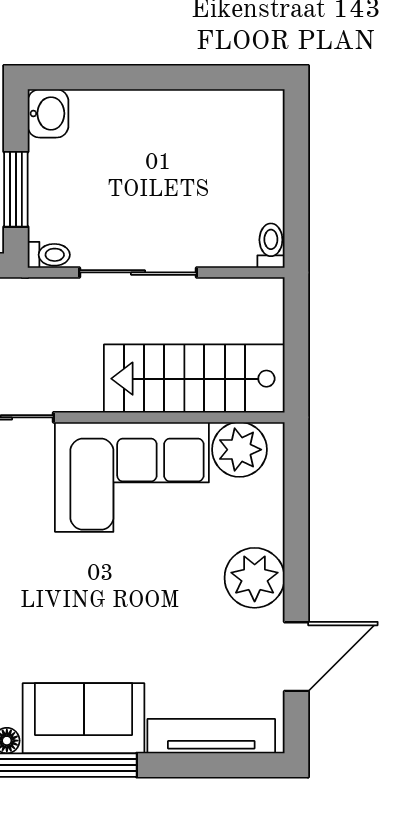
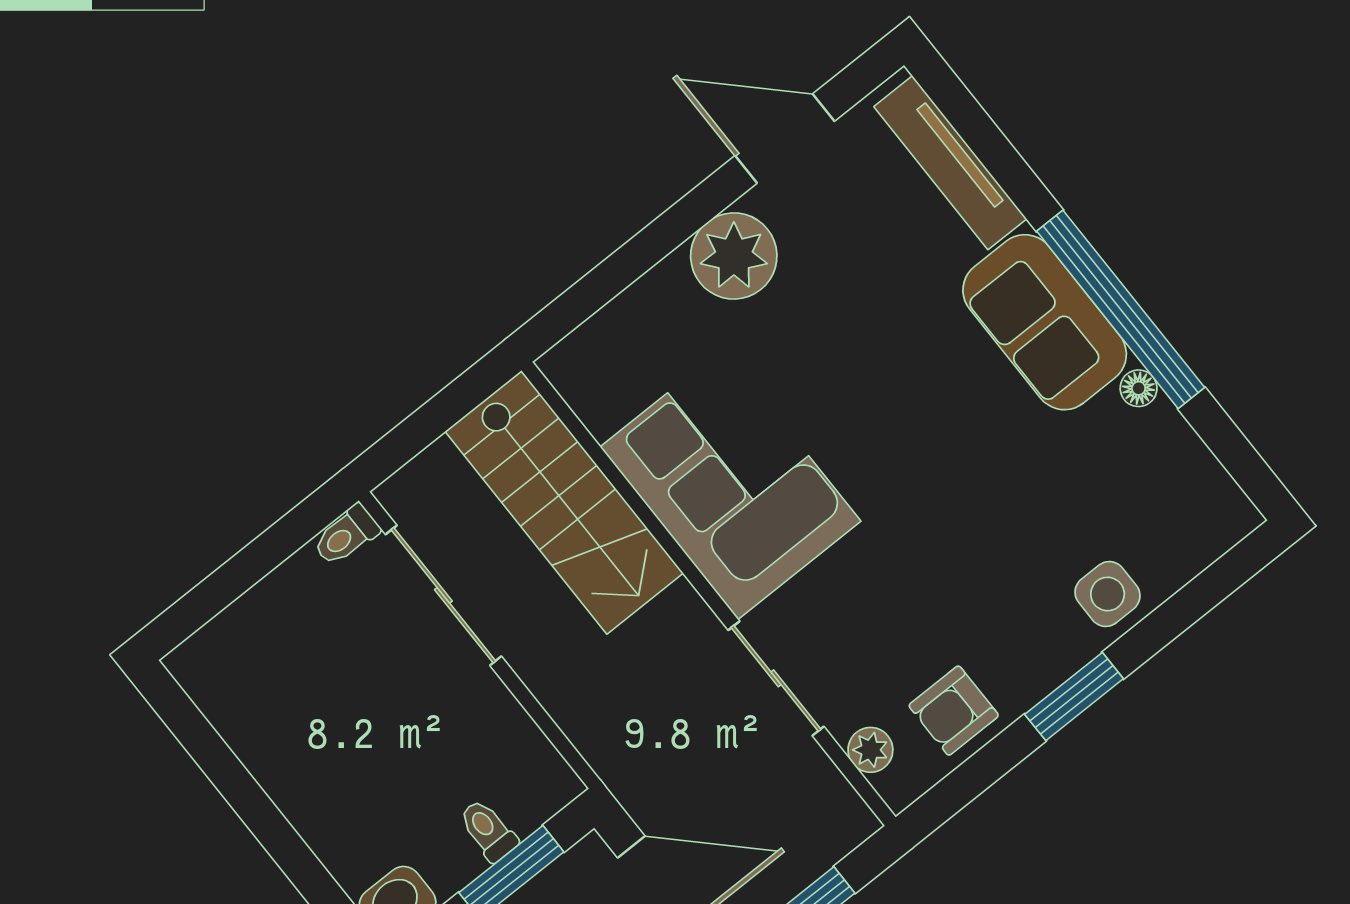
toilet: (49, 255) -> (488, 830), moved
sliding door: (138, 272) -> (443, 595), moved
plant: (239, 450) -> (603, 388), removed

